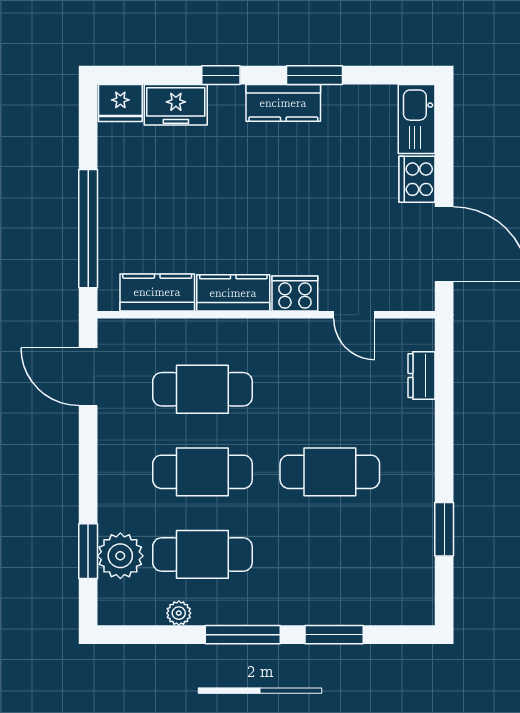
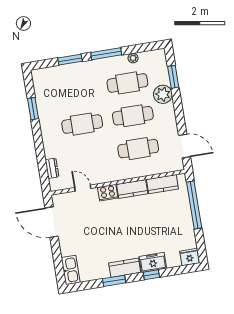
freezer: (176, 105) -> (153, 262), moved
cooker: (417, 179) -> (67, 246), removed
plant: (120, 556) -> (163, 94), moved

